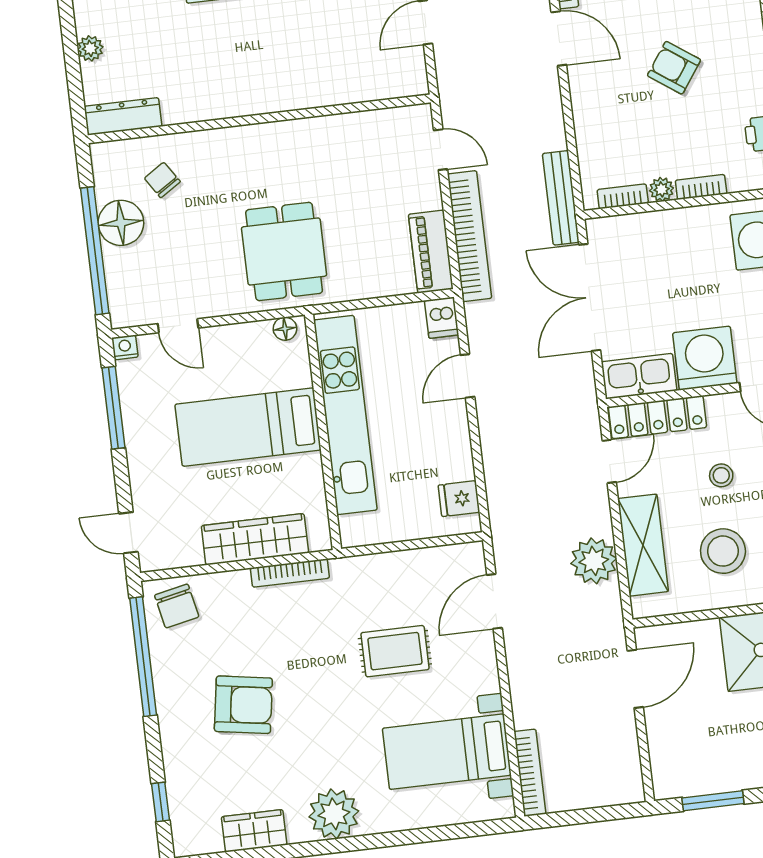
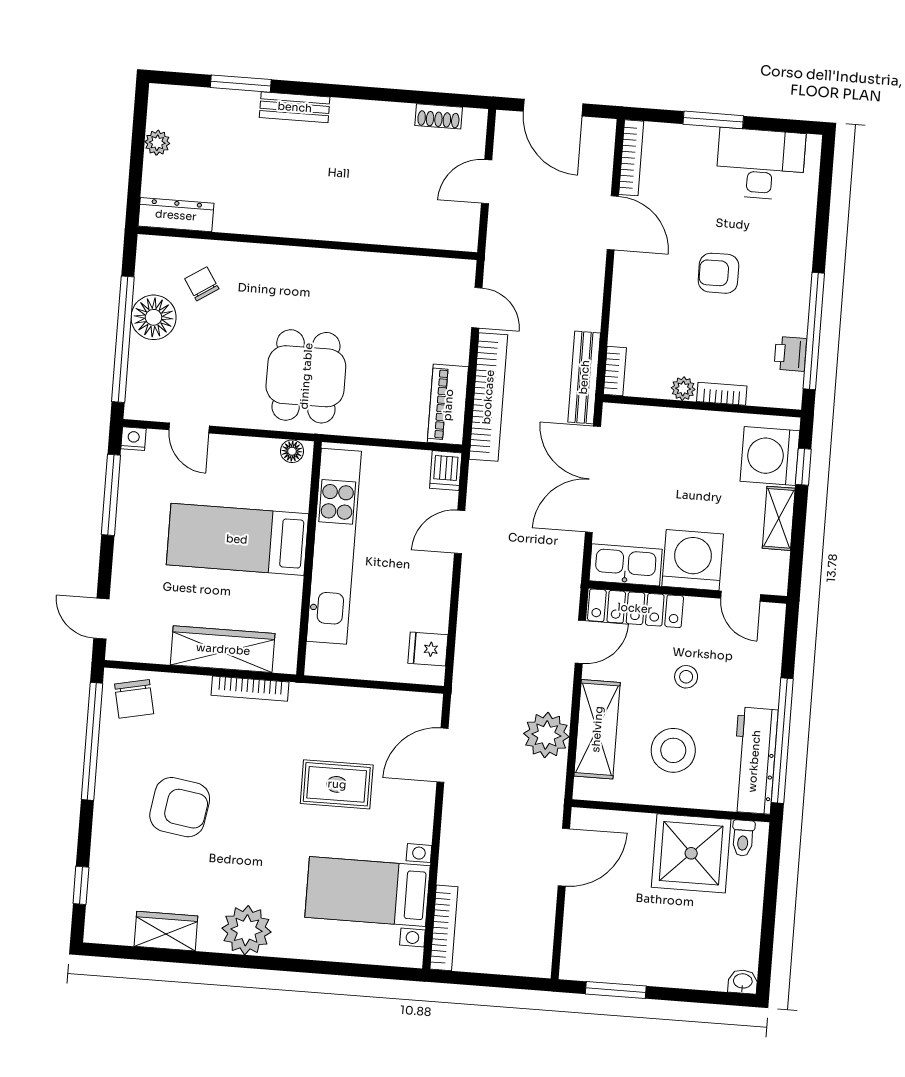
armchair: (674, 68) -> (718, 273), turned -35
bookcase: (623, 196) -> (615, 371), moved, turned 90

